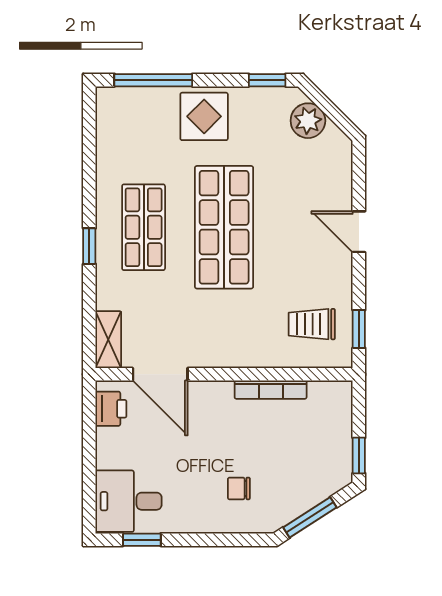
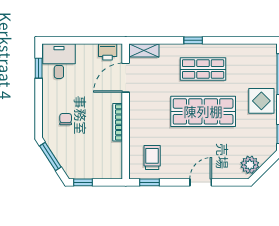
plant: (308, 121) -> (250, 165), moved
bookcase: (271, 390) -> (118, 122), moved

